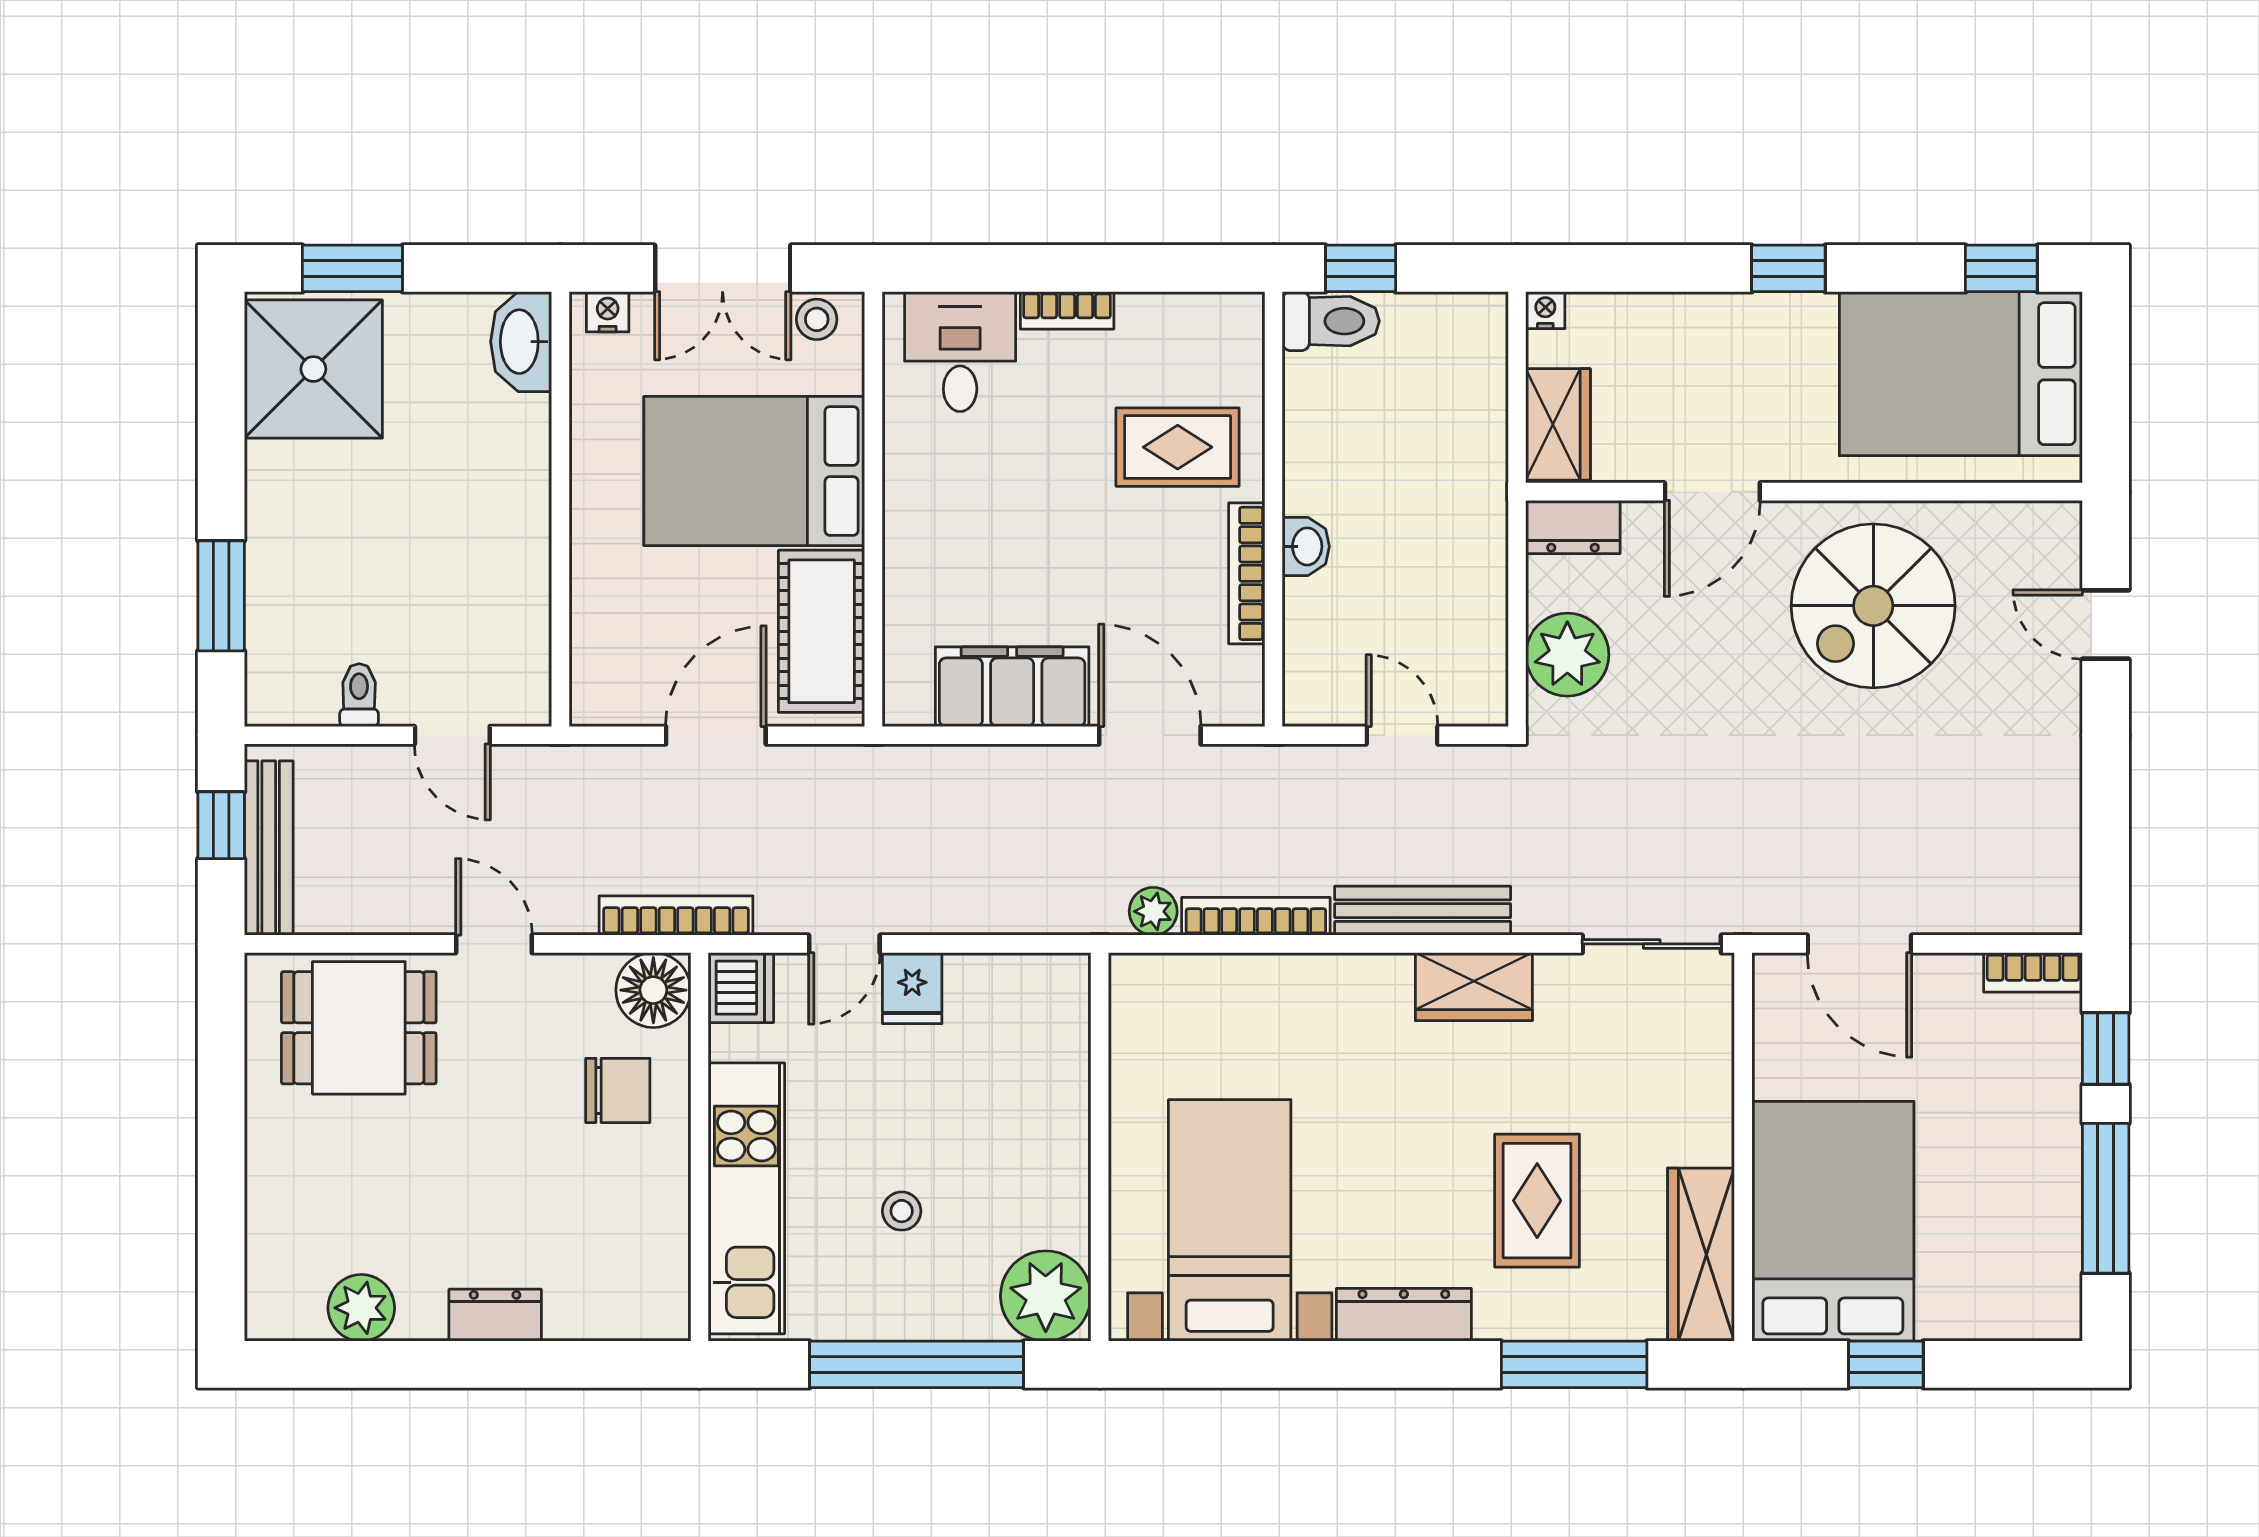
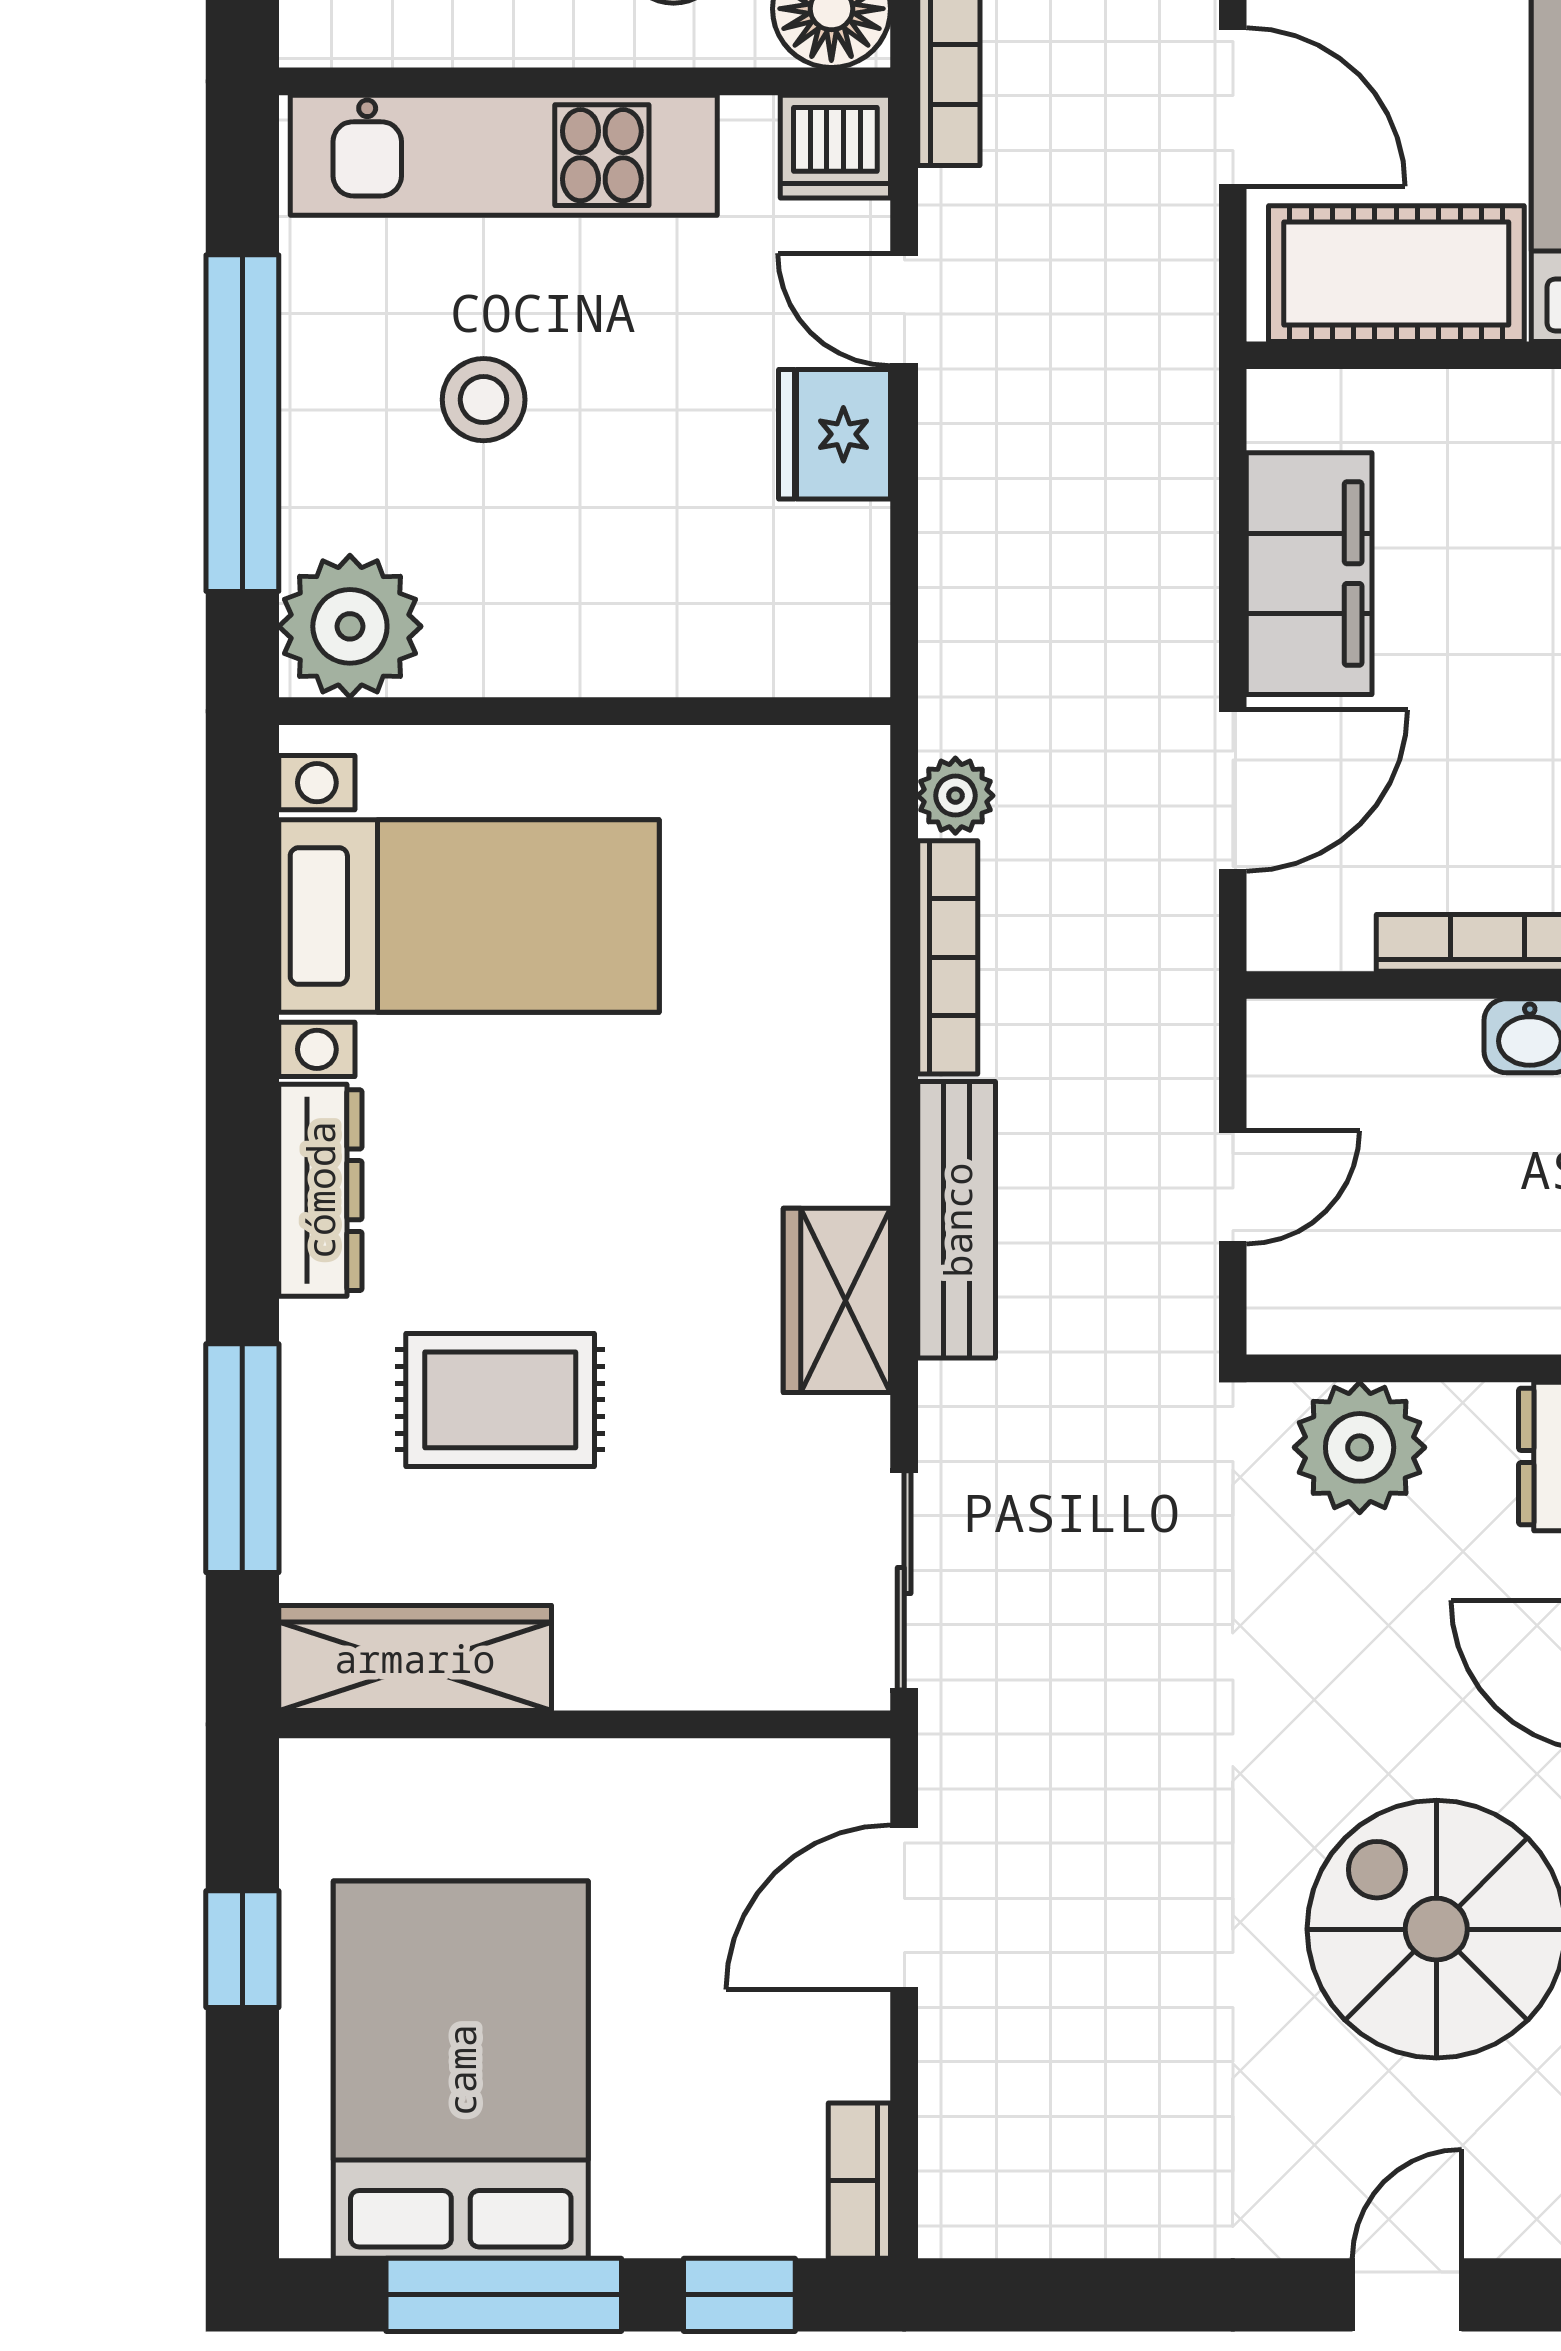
fridge: (912, 988) -> (835, 434), width x1.38
stool: (902, 1211) -> (484, 400), width x1.37, depth x1.37
bed: (1833, 1221) -> (461, 2070), moved, turned -90

